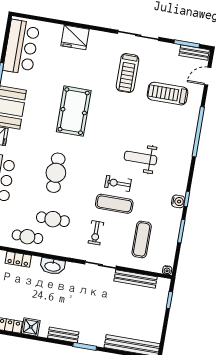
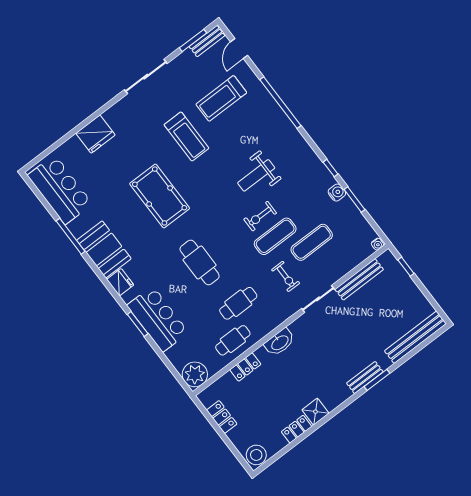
treadmill: (127, 73) -> (186, 136), moved
water cooler: (178, 201) -> (337, 193), moved
exercise mat: (142, 239) -> (312, 242), moved, turned 90
bench: (63, 335) -> (365, 378), moved

